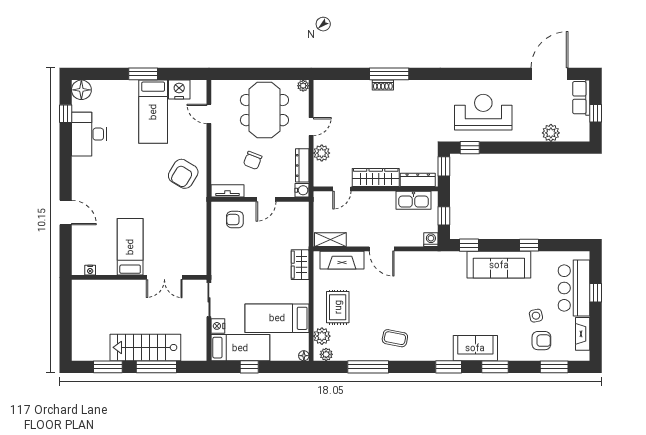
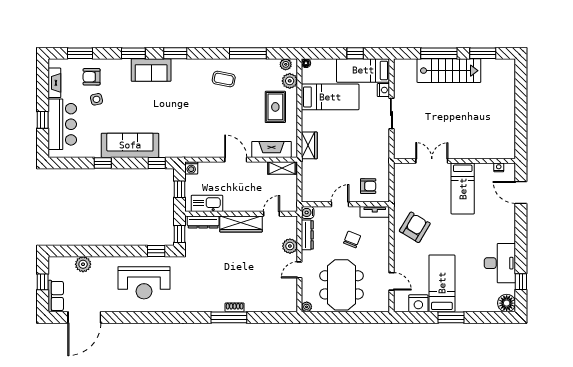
bed: (130, 247) -> (463, 189), moved
nightstand: (90, 270) -> (499, 167), moved
wall: (139, 277) -> (454, 161), moved
double door: (164, 277) -> (432, 161), moved

